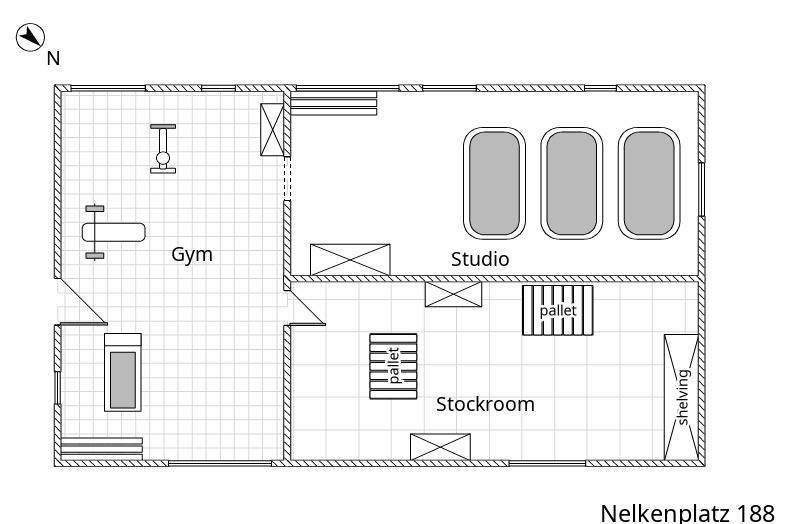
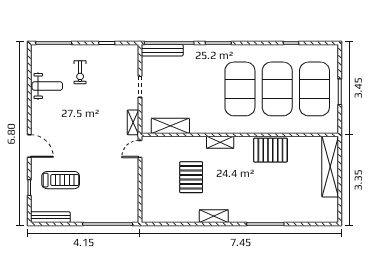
shelving: (273, 130) -> (133, 122), moved
weight bench: (114, 232) -> (47, 86), moved
door: (287, 308) -> (140, 149), swing flipped
treadmill: (123, 372) -> (61, 180), turned -90
shelving: (682, 397) -> (330, 167), moved

